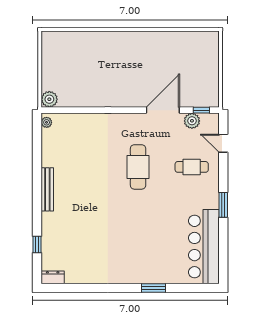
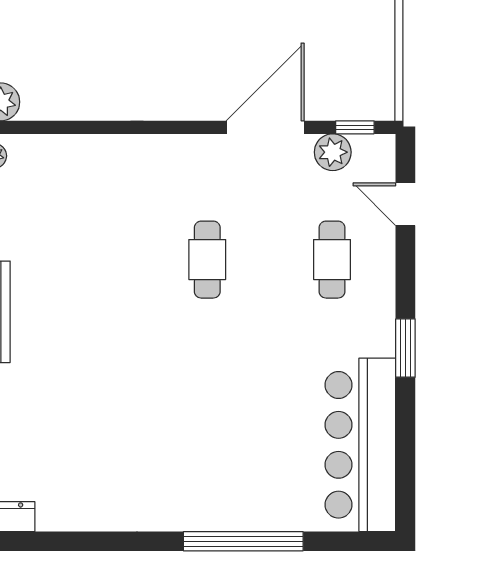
cafe table: (138, 167) -> (207, 260), width x0.73, depth x0.74
cafe table: (192, 167) -> (332, 260), turned 90
window: (154, 288) -> (243, 541), width x2.11

